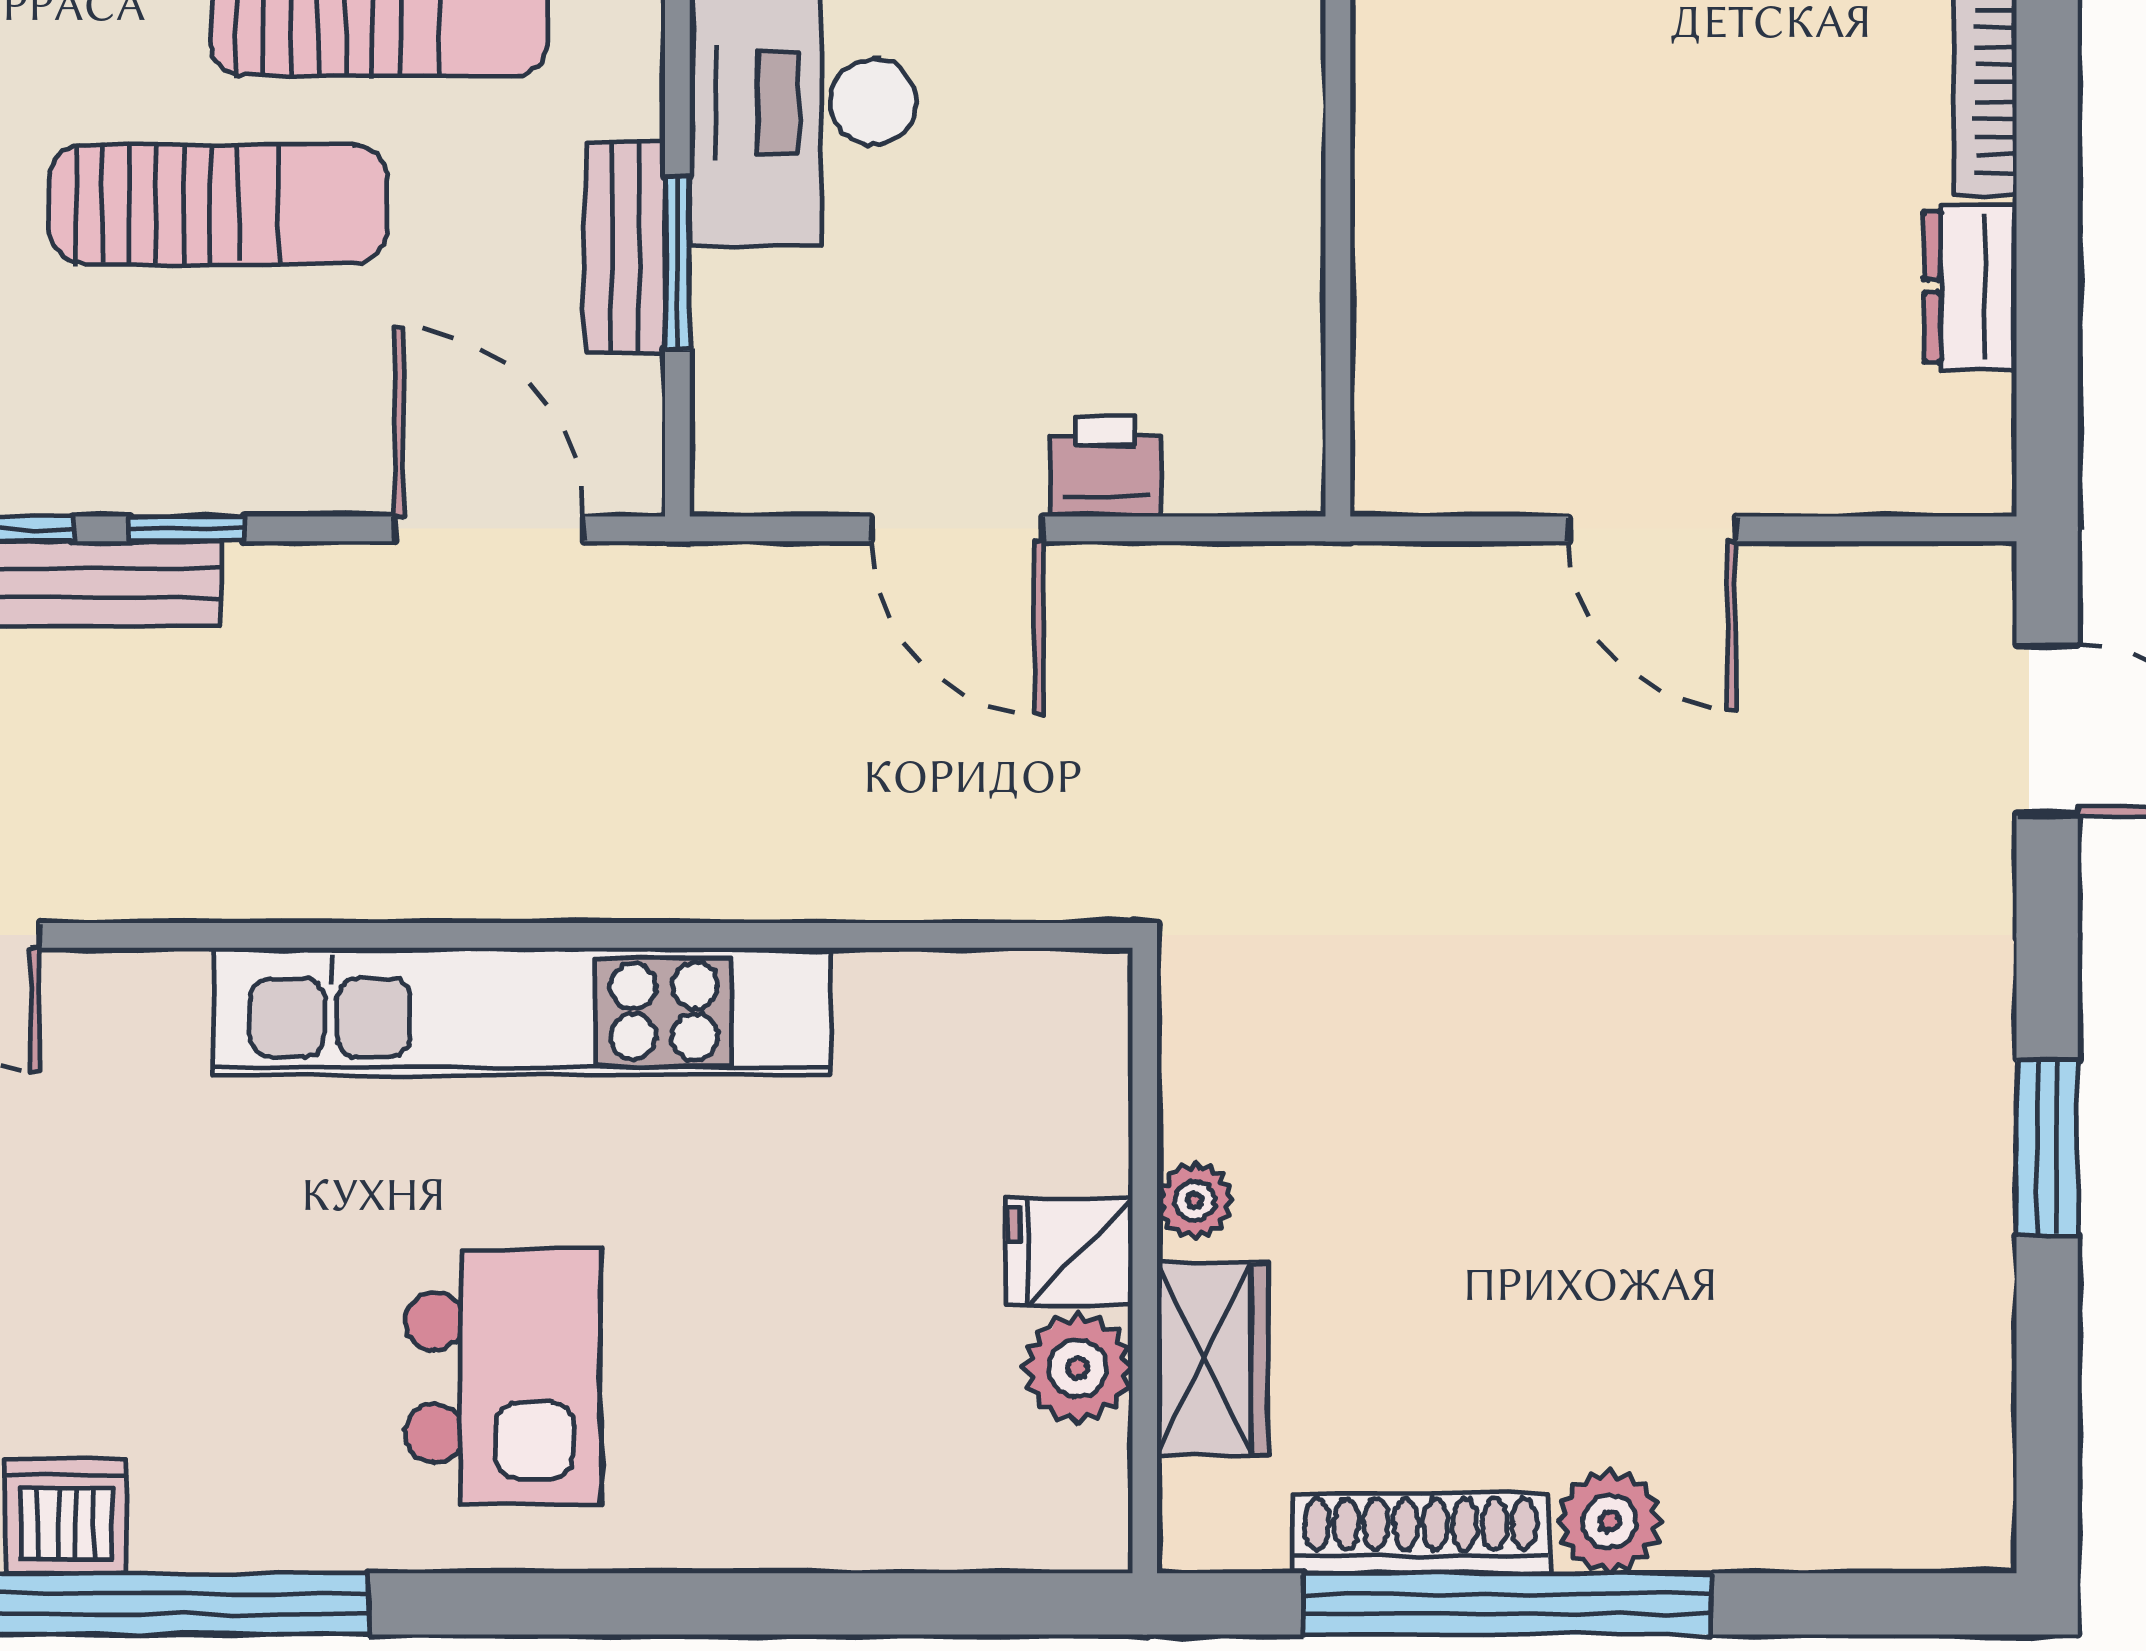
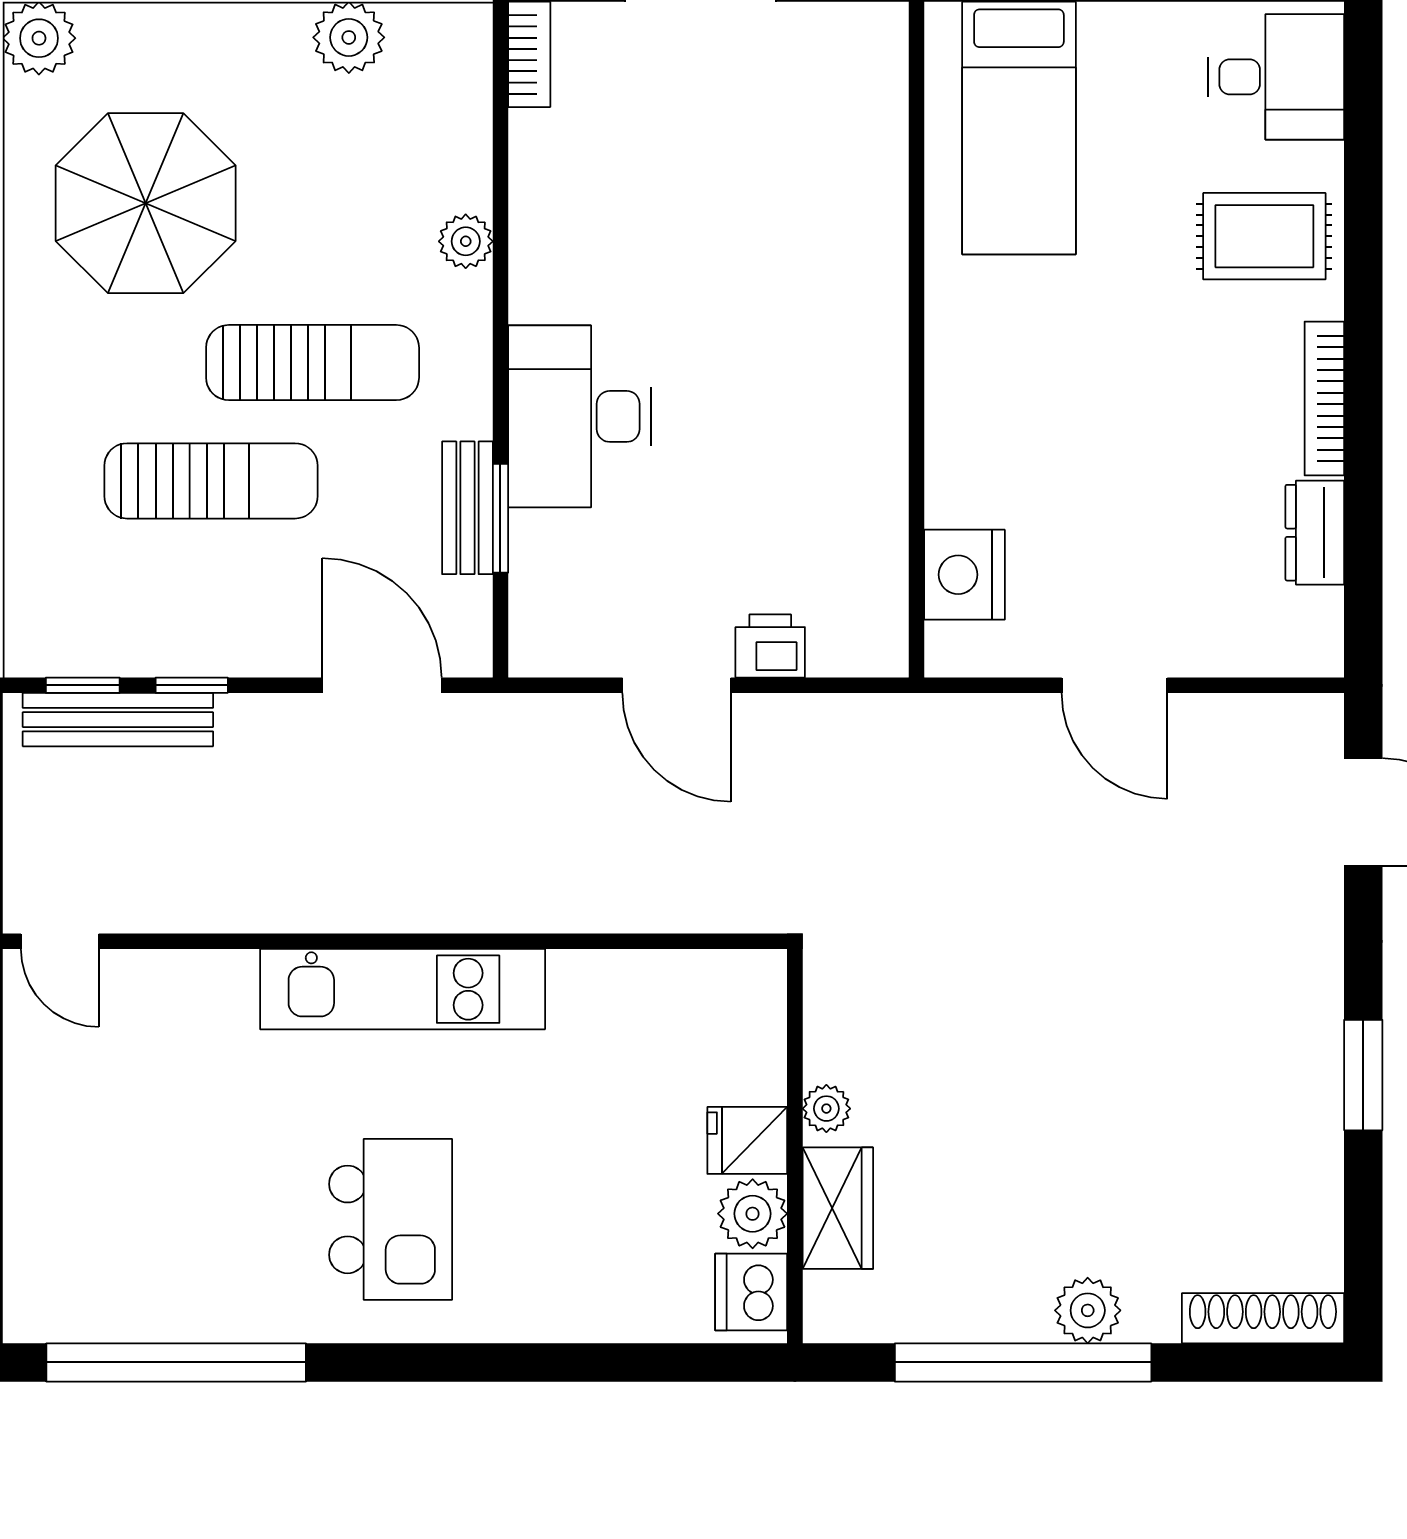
nightstand: (1414, 353) -> (964, 575), added
kitchen unit: (522, 1011) -> (403, 989), width x0.73
dishwasher: (66, 1516) -> (751, 1292), moved, turned -90
shoe rack: (1421, 1534) -> (1263, 1318), moved

